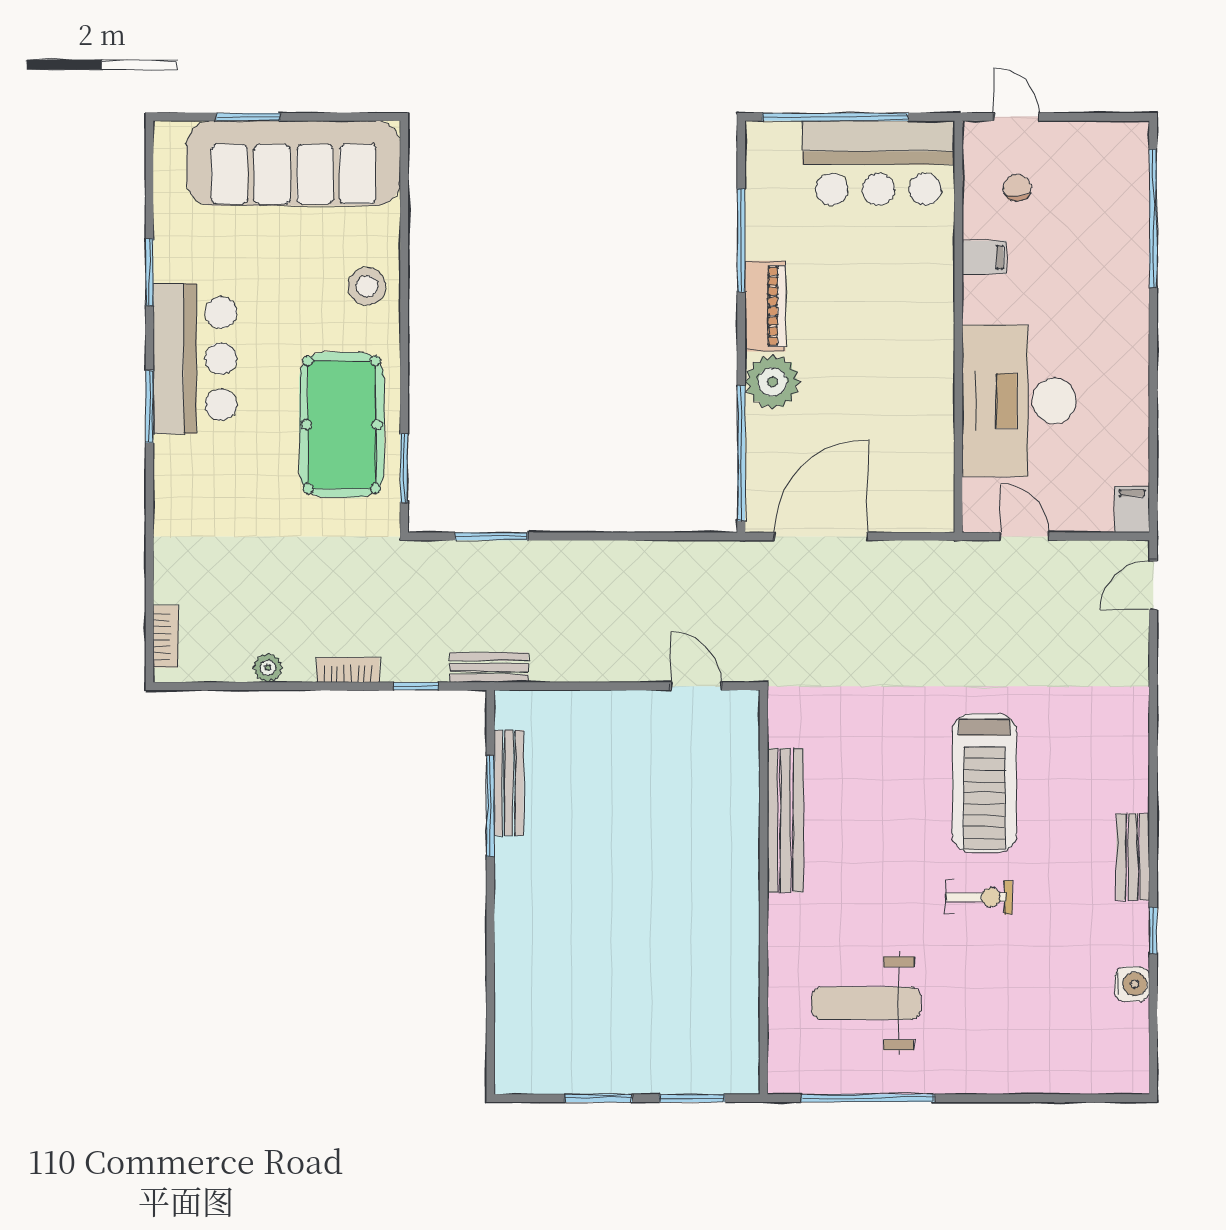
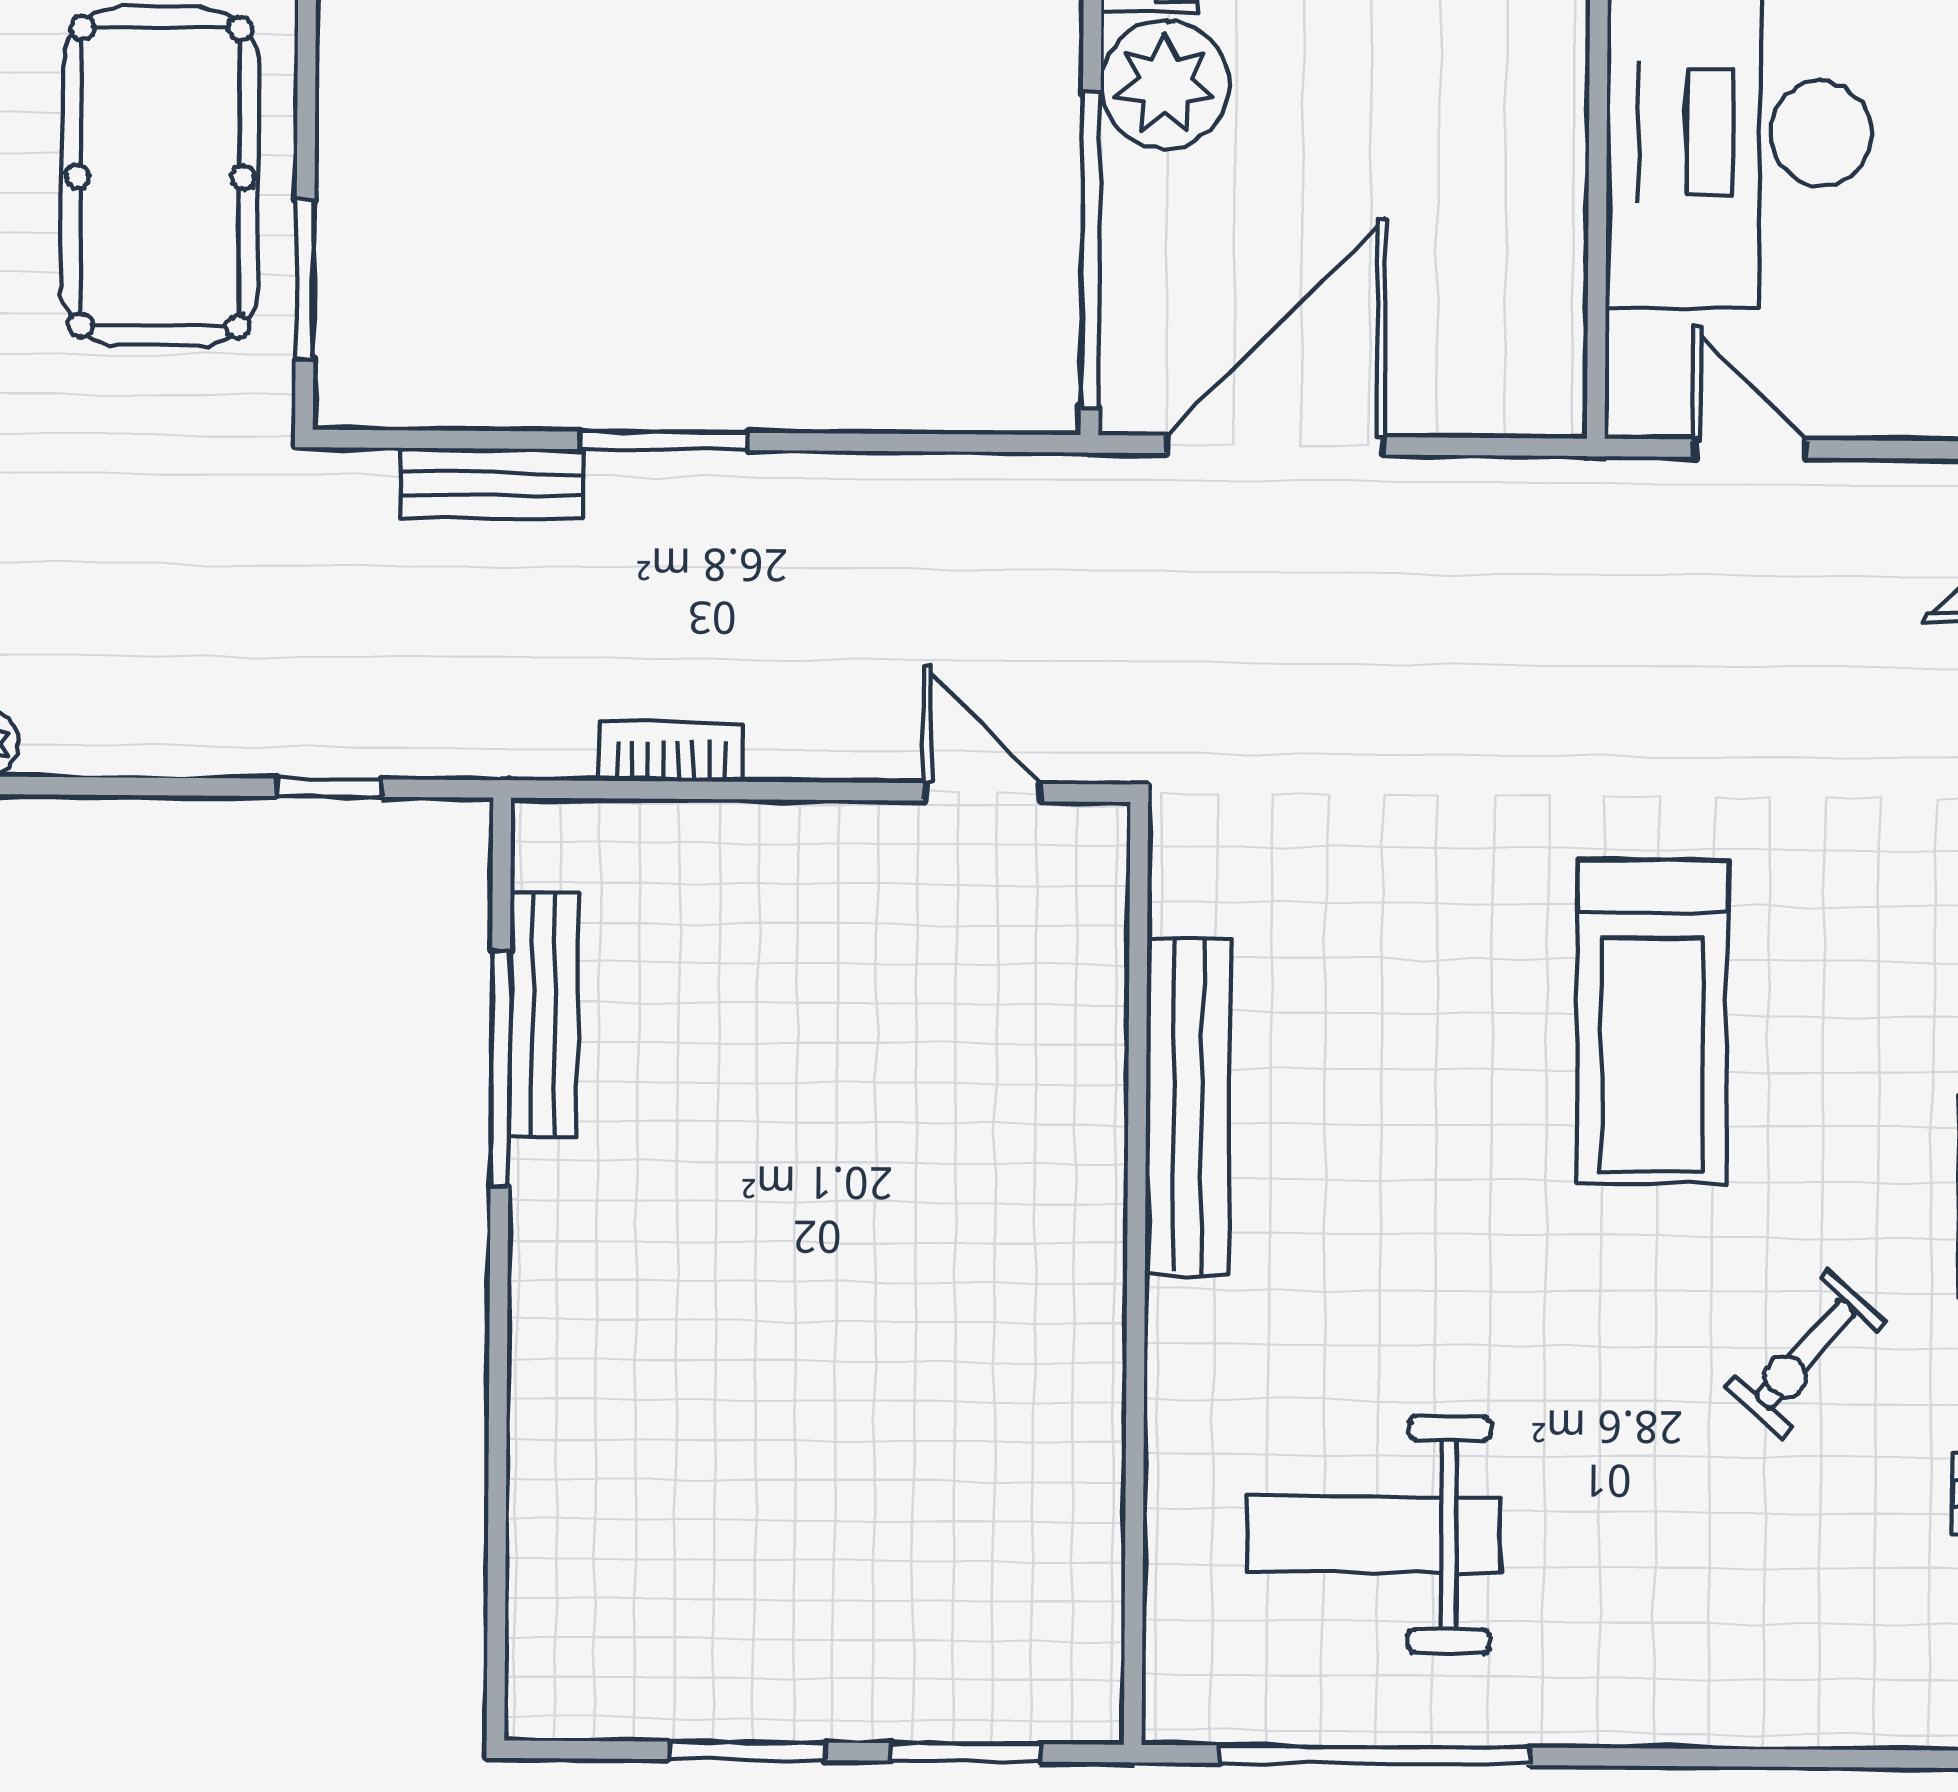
window: (491, 536) -> (664, 441), moved
bench: (489, 667) -> (492, 483), moved
bookcase: (348, 670) -> (671, 752), moved
exercise bike: (979, 897) -> (1805, 1354), moved, turned 131

